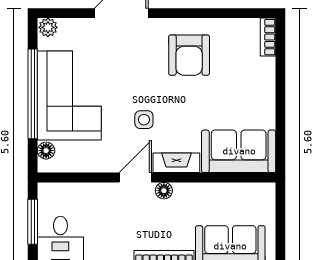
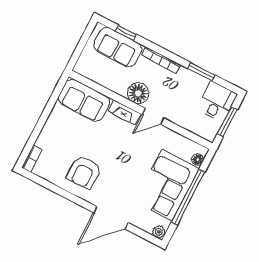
armchair: (189, 55) -> (84, 172), turned 180
side table: (144, 120) -> (130, 148), removed
floor lamp: (164, 191) -> (138, 93), width x1.89, depth x1.89

